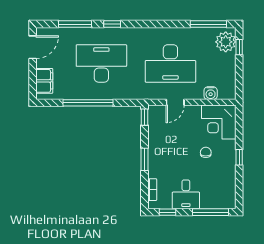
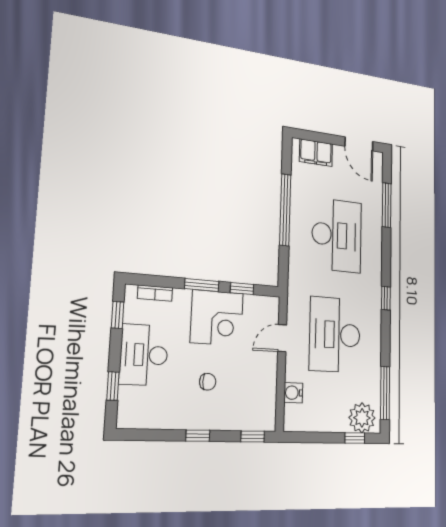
window: (112, 24) -> (386, 298), moved
door: (175, 102) -> (282, 338), hinge flipped
window: (144, 117) -> (242, 289), moved
window: (239, 121) -> (253, 436), added
corner desk: (219, 122) -> (217, 318), moved, turned 180
desk: (186, 194) -> (144, 355), width x1.37
window: (211, 212) -> (113, 386), width x0.46

